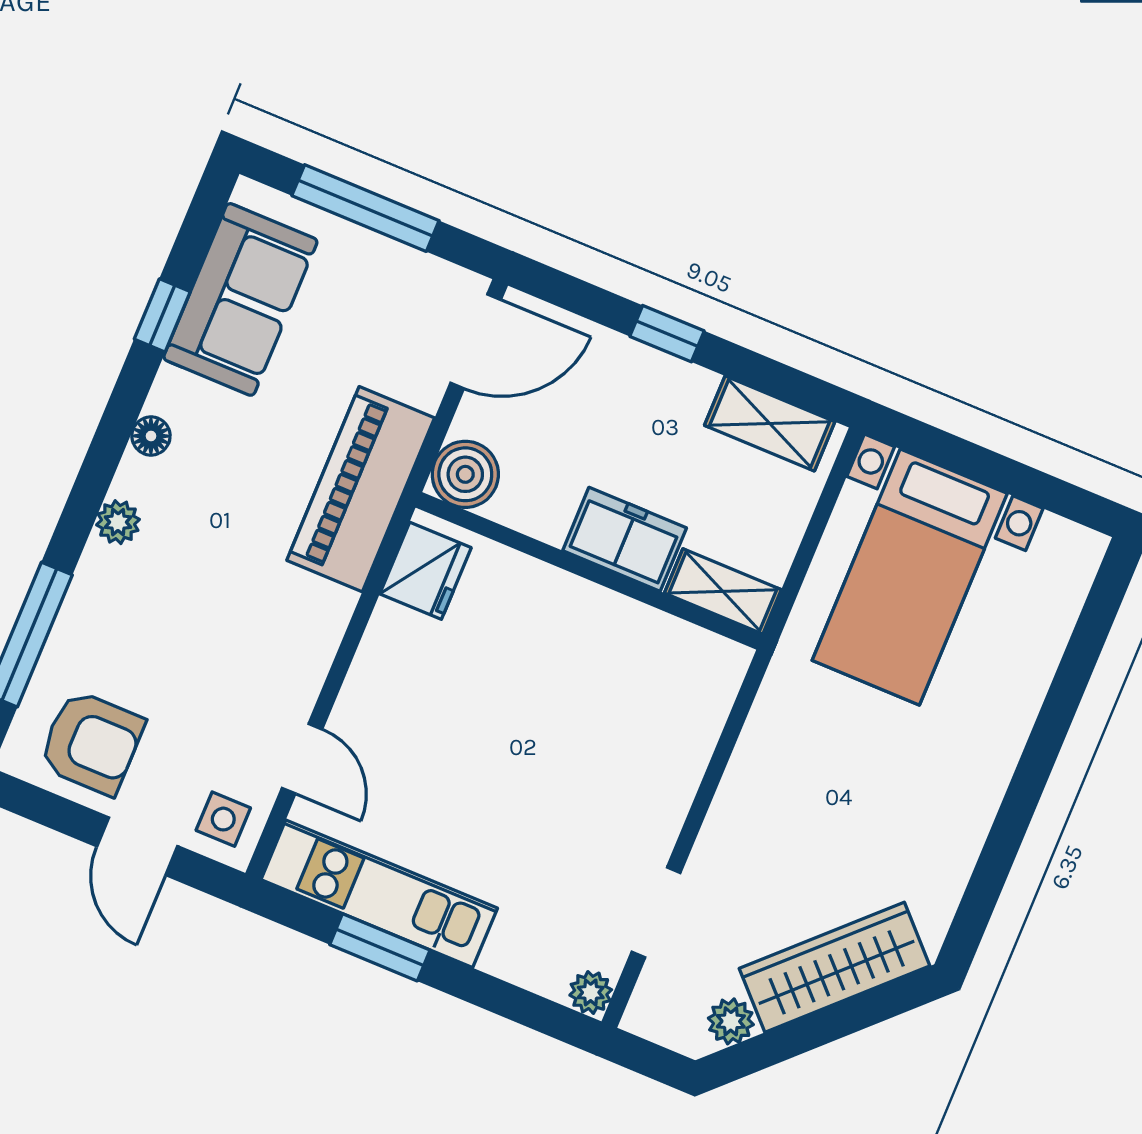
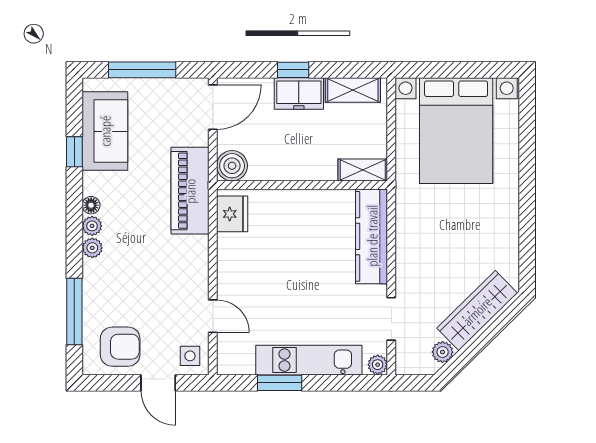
plant: (136, 478) -> (92, 226), added
freezer: (625, 539) -> (299, 93), moved, turned 180
bed with nightstands: (910, 577) -> (456, 131), width x1.36
kitchen counter: (685, 731) -> (372, 236), added
kitchen unit: (379, 894) -> (309, 360), moved

